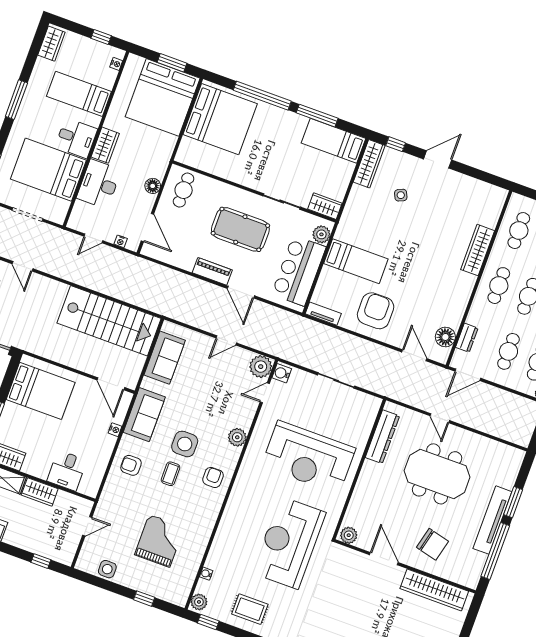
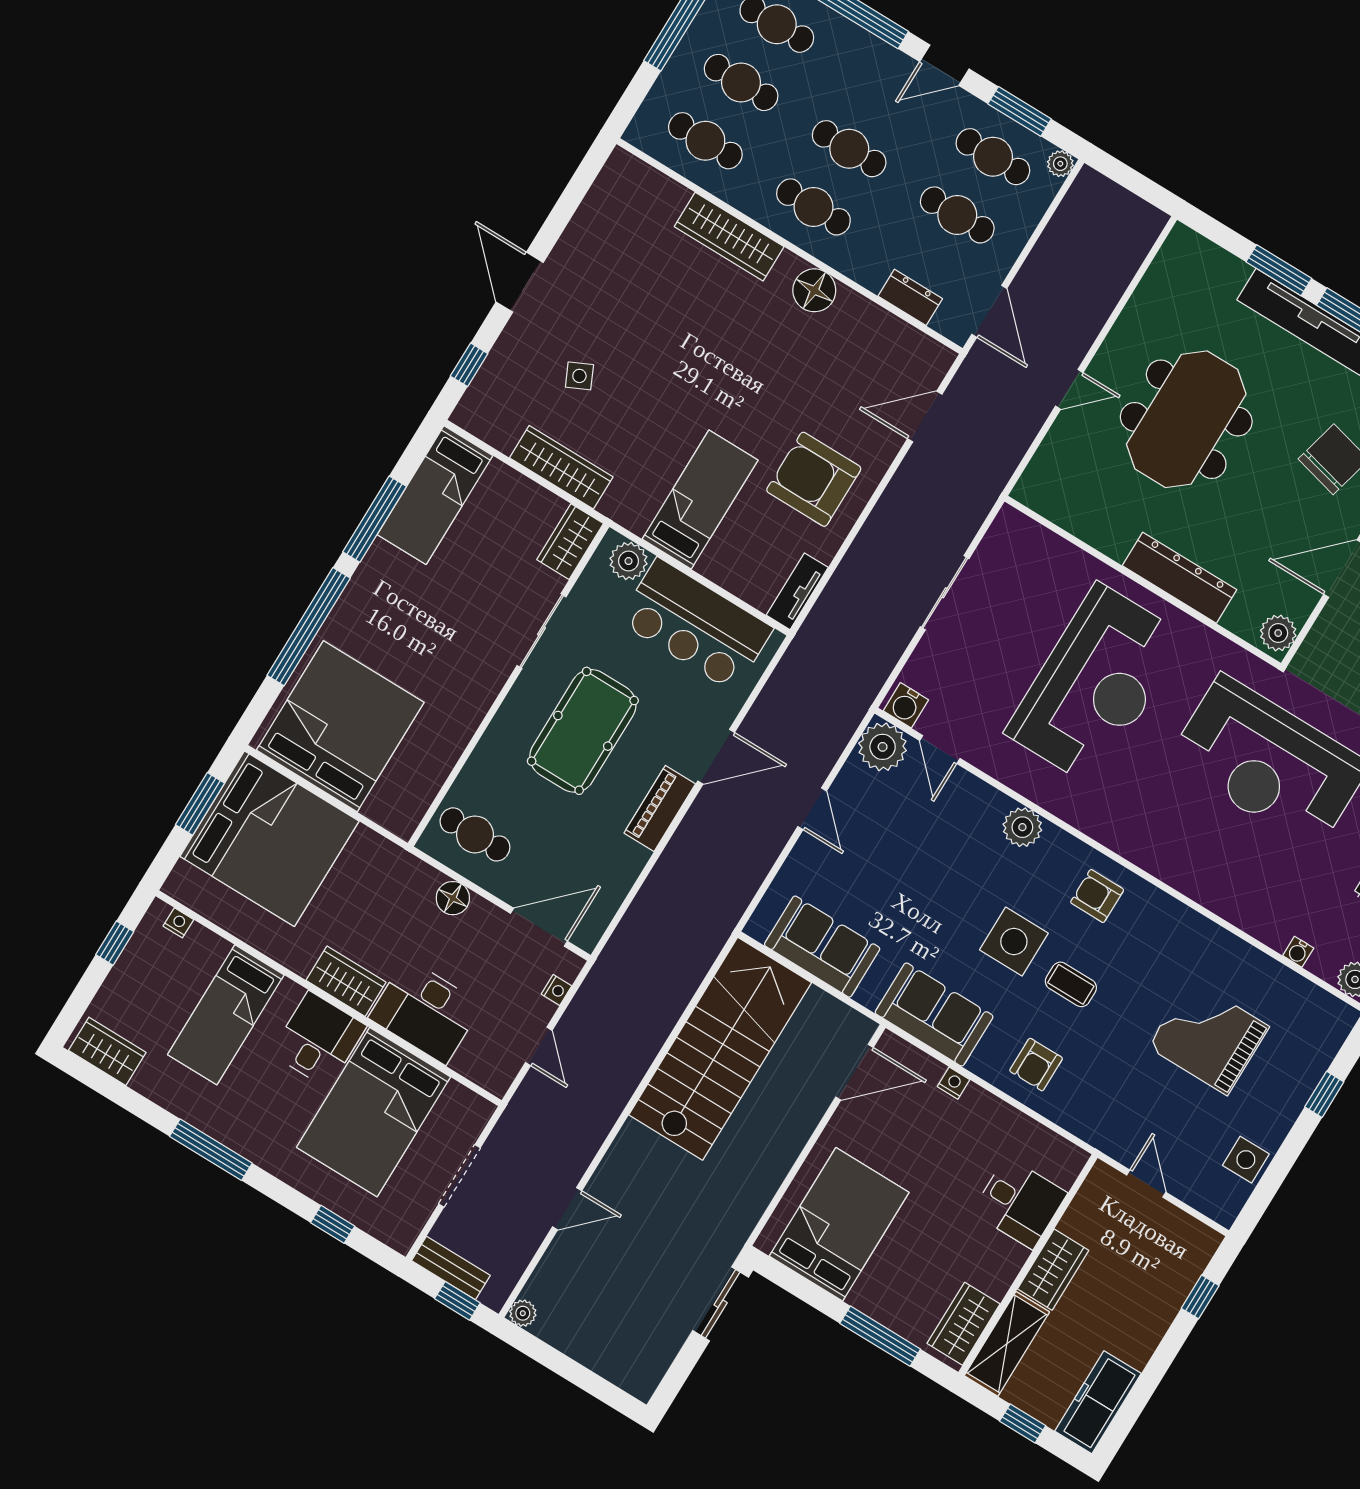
wardrobe: (369, 164) -> (561, 467), moved
floor lamp: (445, 337) -> (814, 290), moved
dresser: (382, 437) -> (1179, 578), moved

